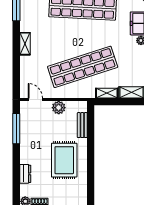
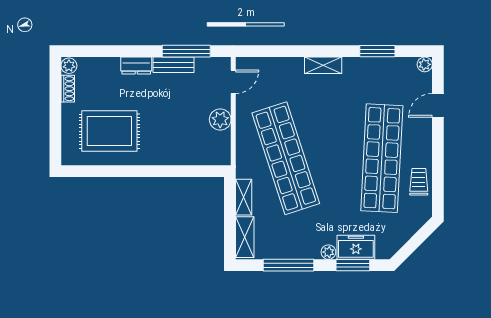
bench: (82, 125) -> (173, 65), moved
rug: (64, 160) -> (109, 131), moved
dresser: (25, 174) -> (136, 66), moved

